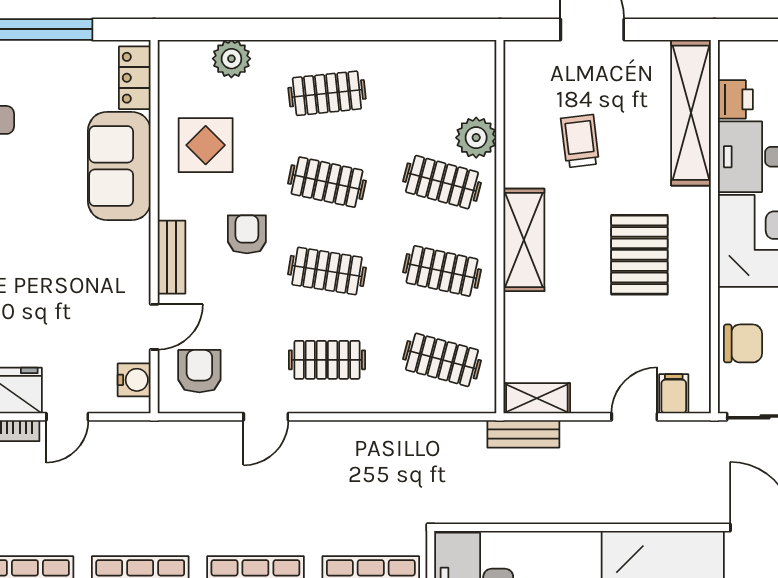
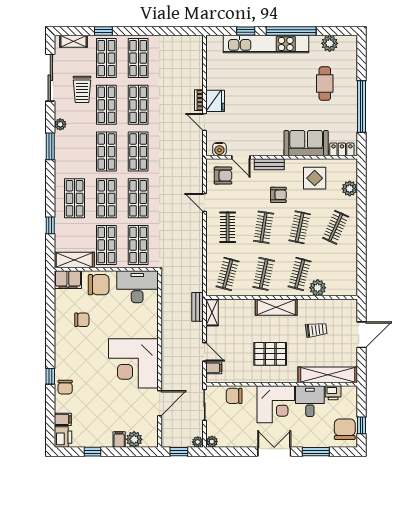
clothes rail: (327, 93) -> (336, 227), turned 30
chair: (743, 343) -> (234, 396), turned 90

